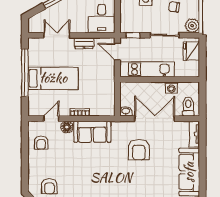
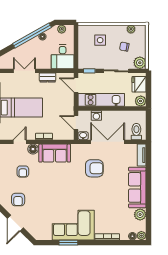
plant: (193, 71) -> (141, 101), added
washing machine: (171, 88) -> (96, 116), moved
door: (117, 96) -> (76, 123), added
armchair: (41, 142) -> (23, 171), moved
armchair: (139, 150) -> (94, 168), turned -90

